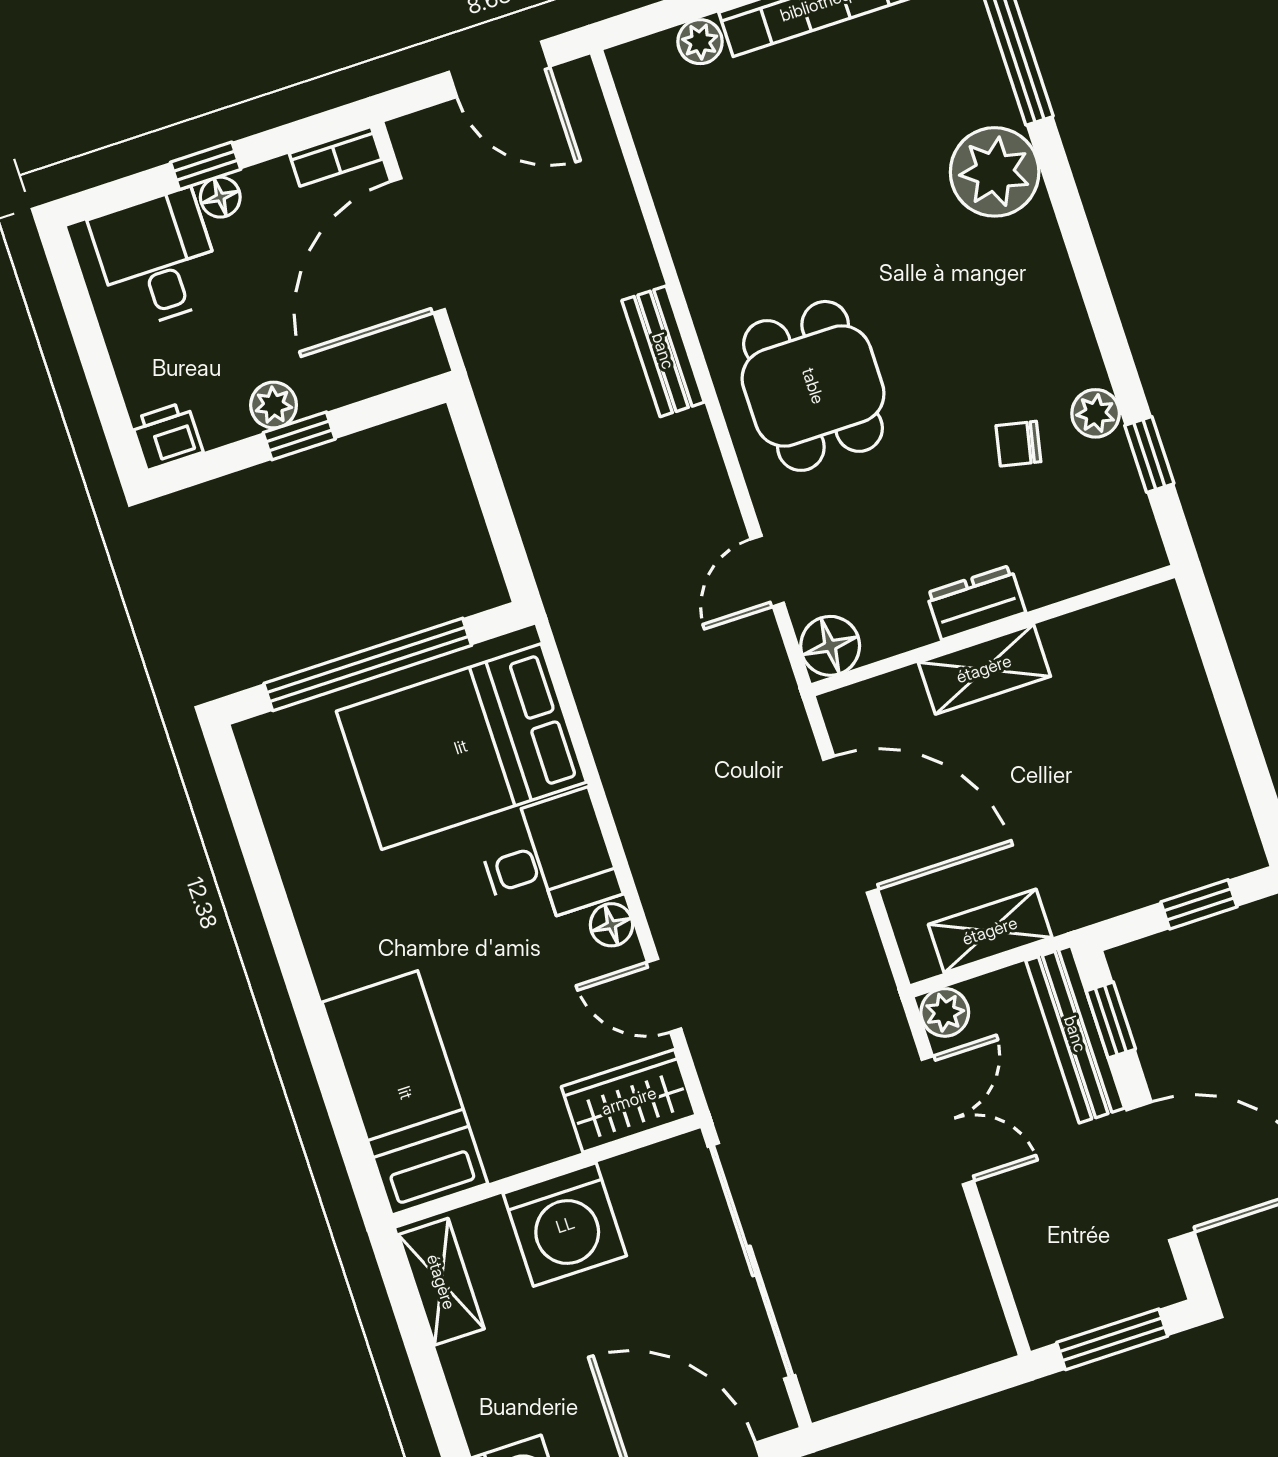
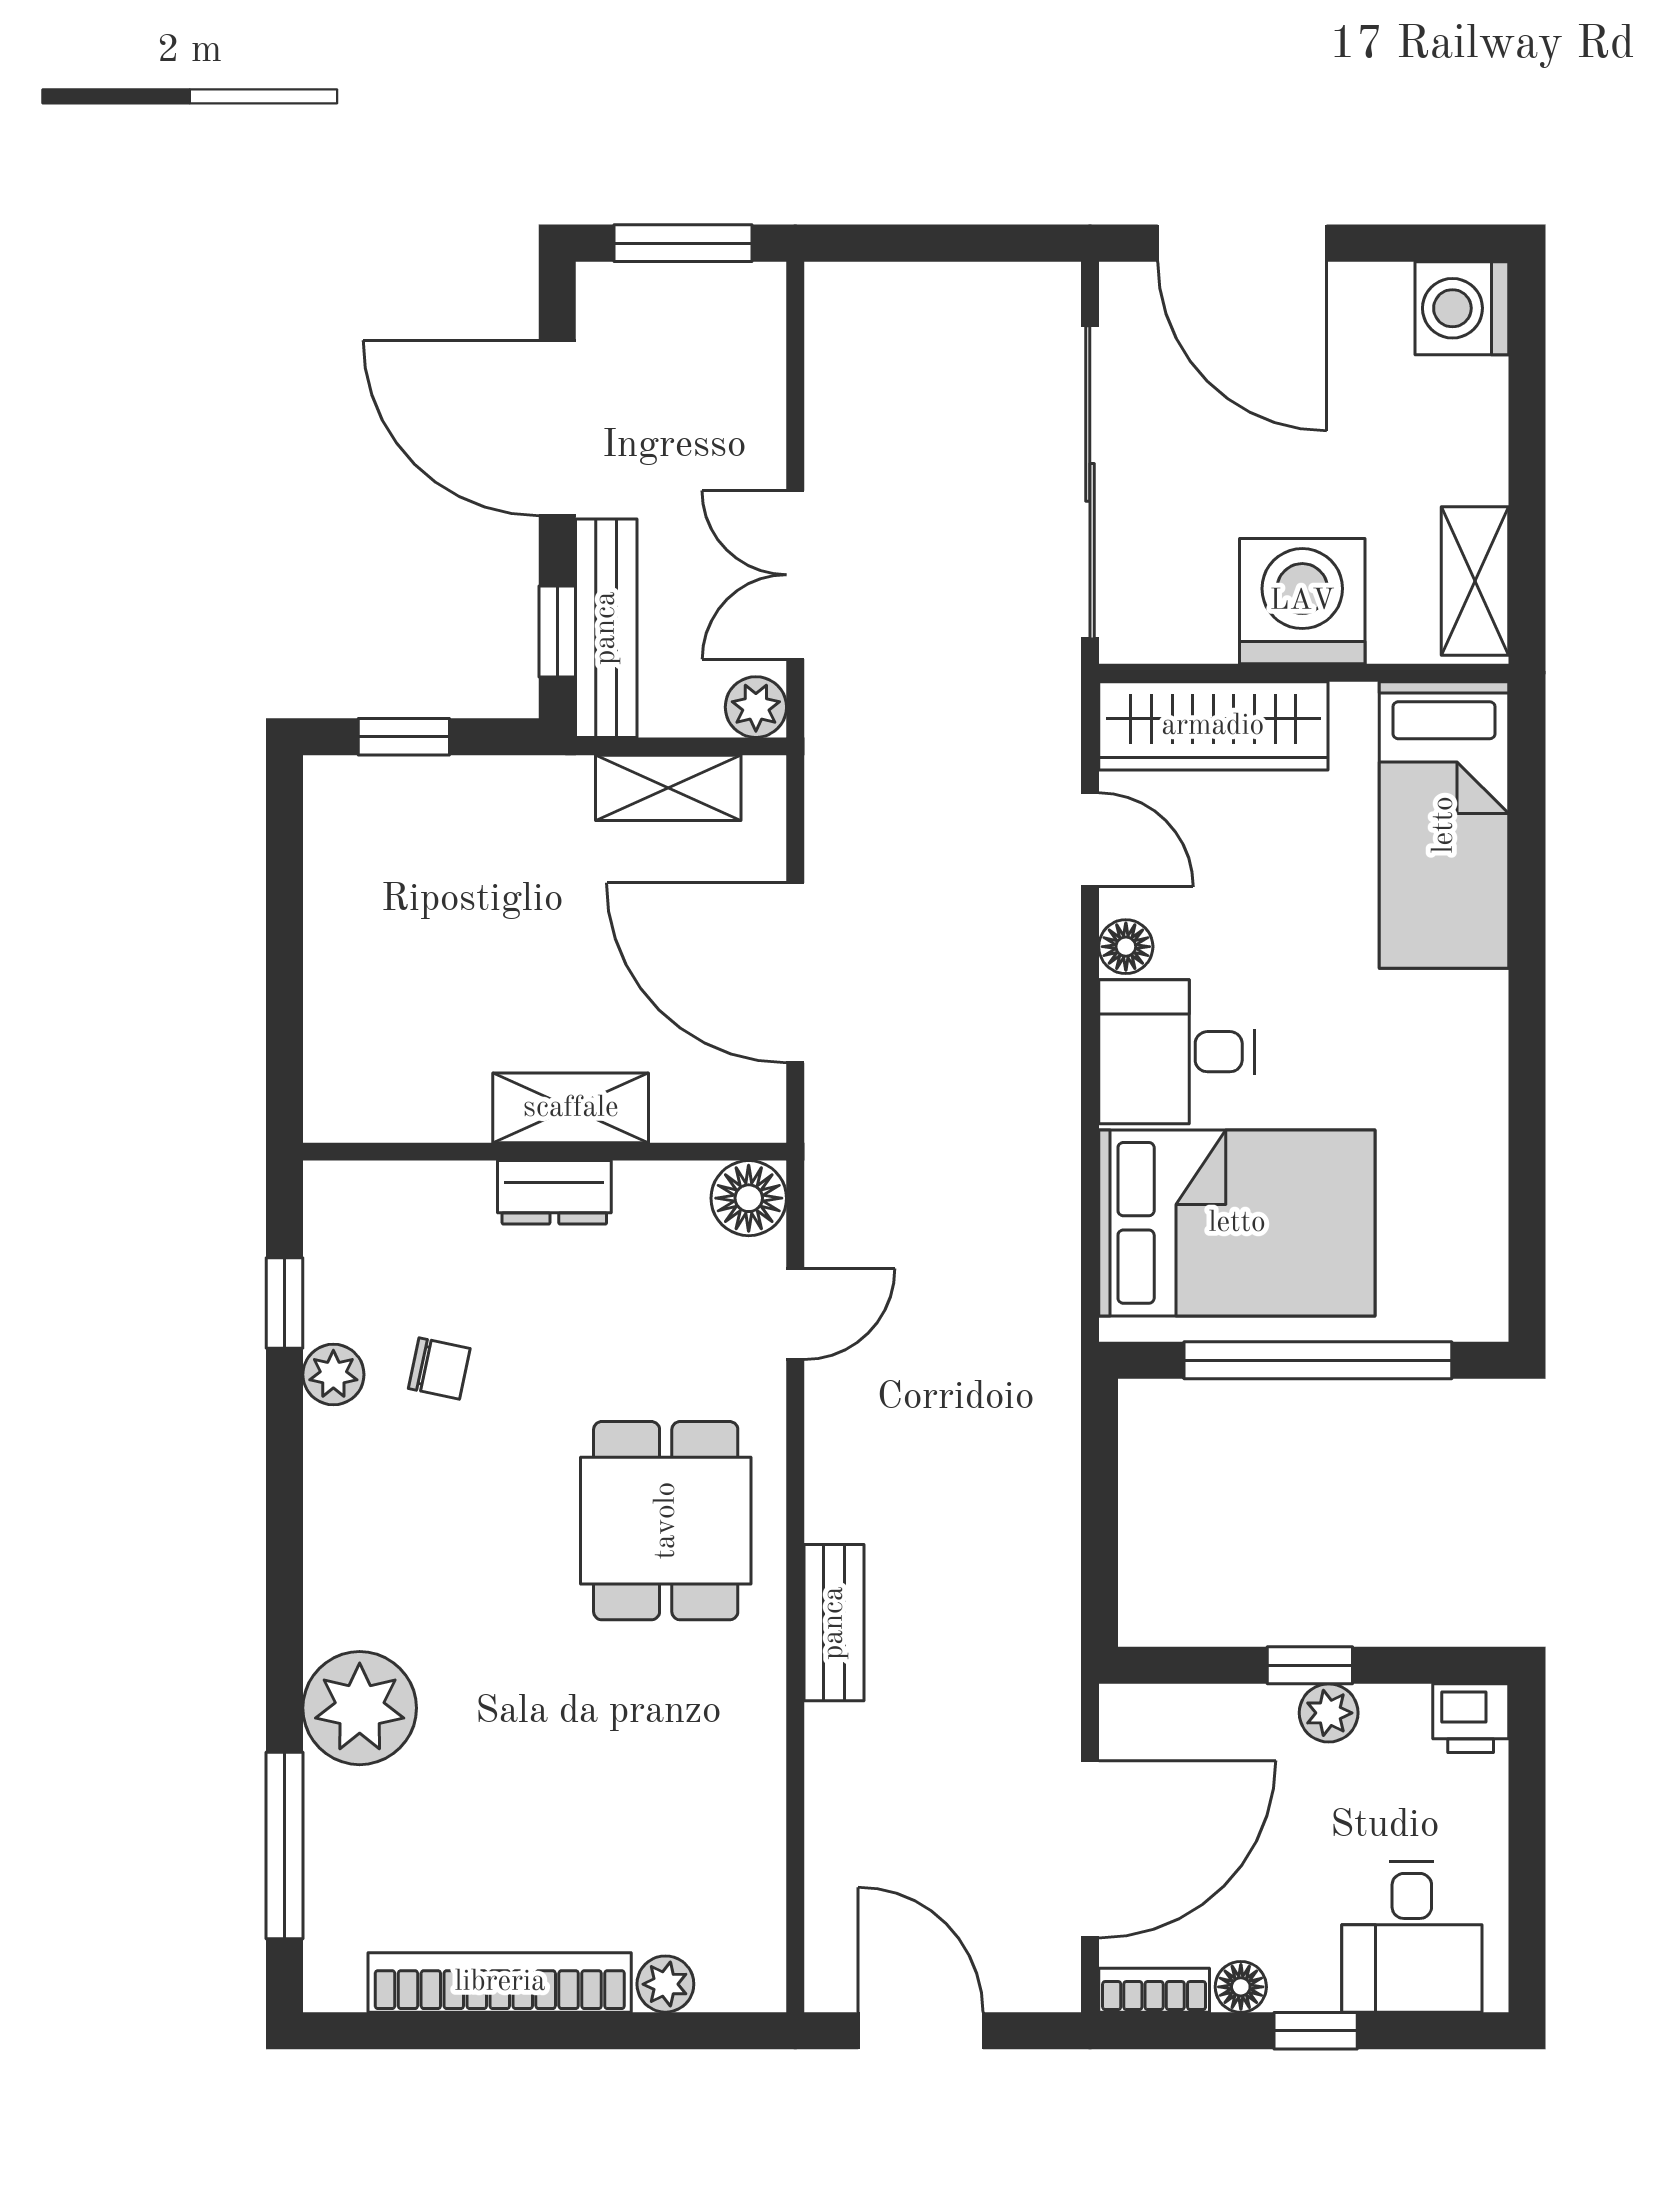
floor lamp: (220, 197) -> (1241, 1987), moved
wardrobe: (629, 1101) -> (1213, 726), width x1.50

